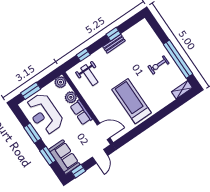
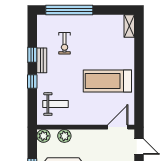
window: (83, 55) -> (32, 82), moved
window: (178, 59) -> (69, 10), moved
exercise bike: (159, 65) -> (65, 43), moved
row of seats: (81, 112) -> (86, 136), removed

